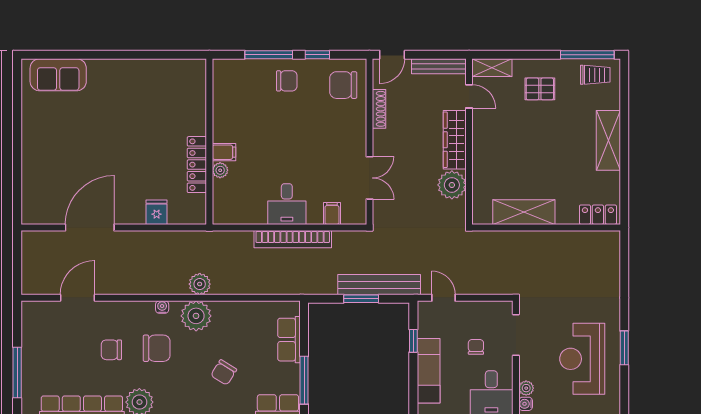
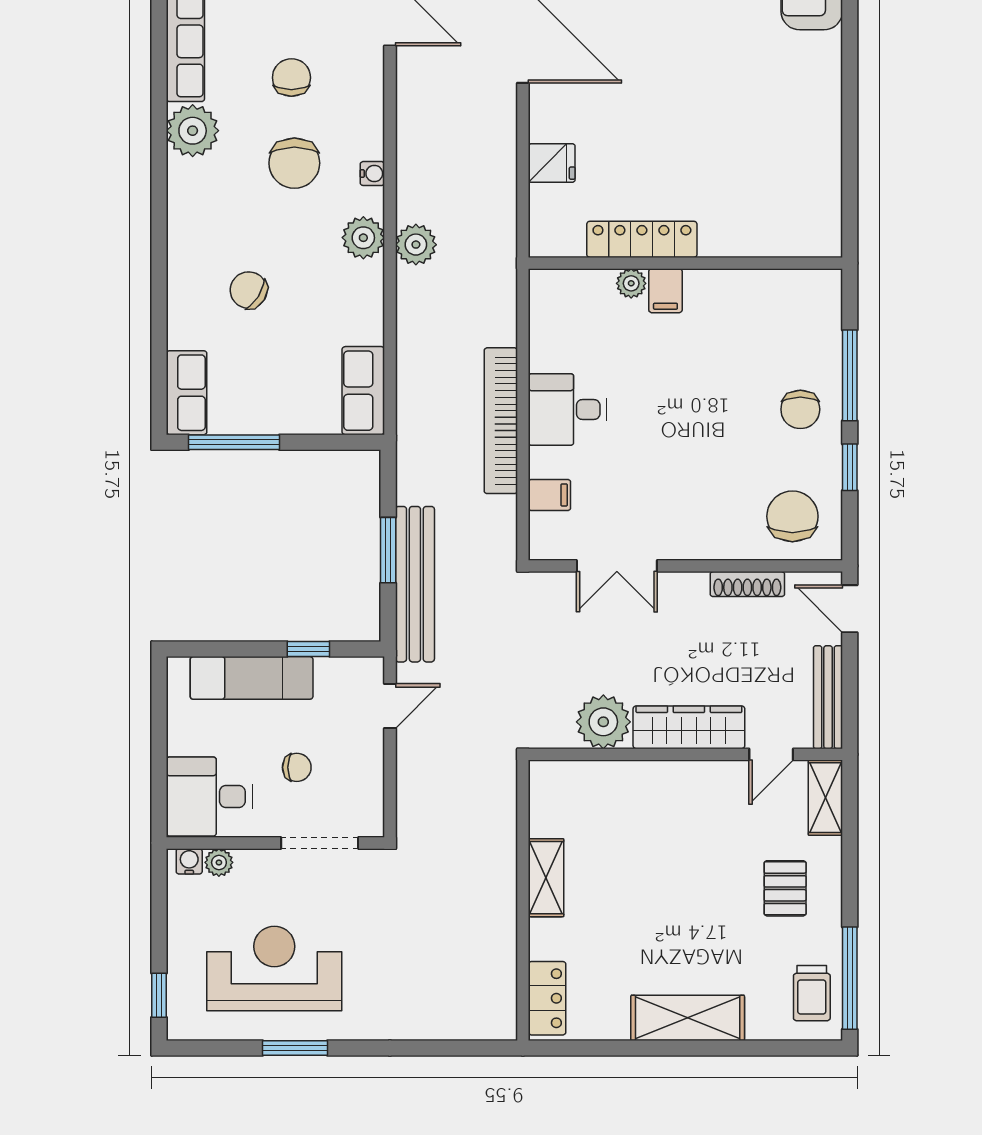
shelving: (524, 212) -> (546, 878), width x0.67, depth x0.75
plant: (196, 316) -> (363, 238), width x0.73, depth x0.73
row of seats: (289, 340) -> (363, 391), moved, turned -90

